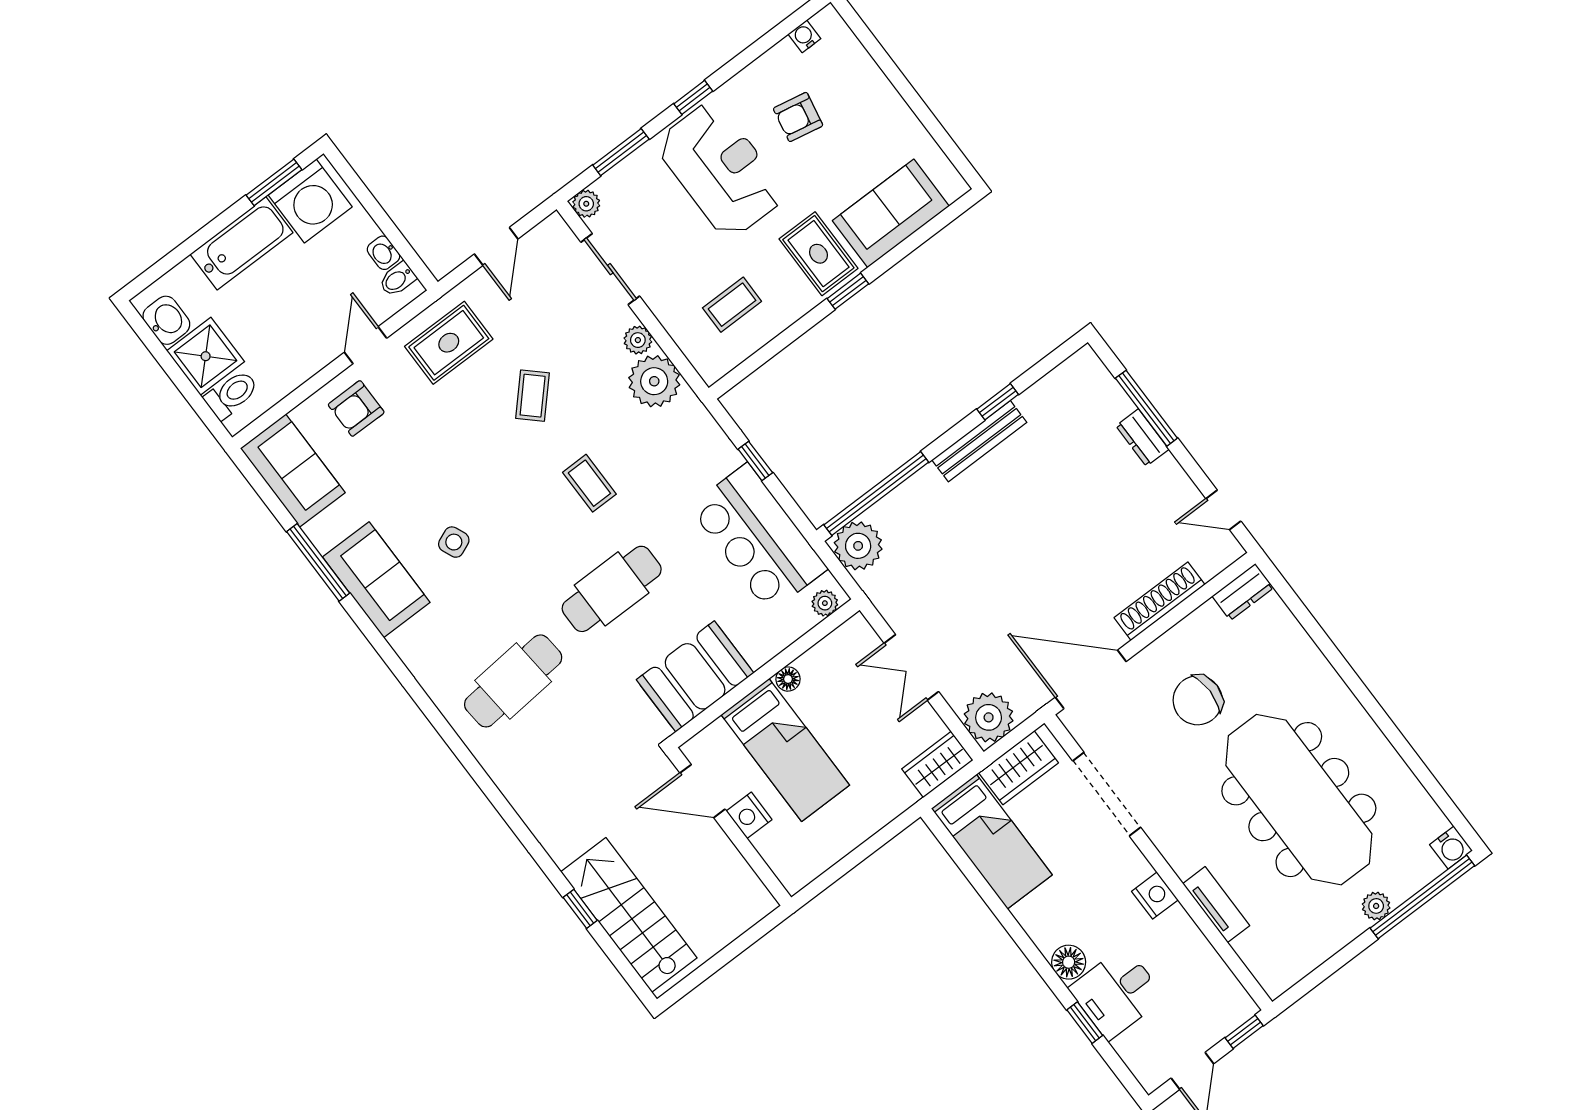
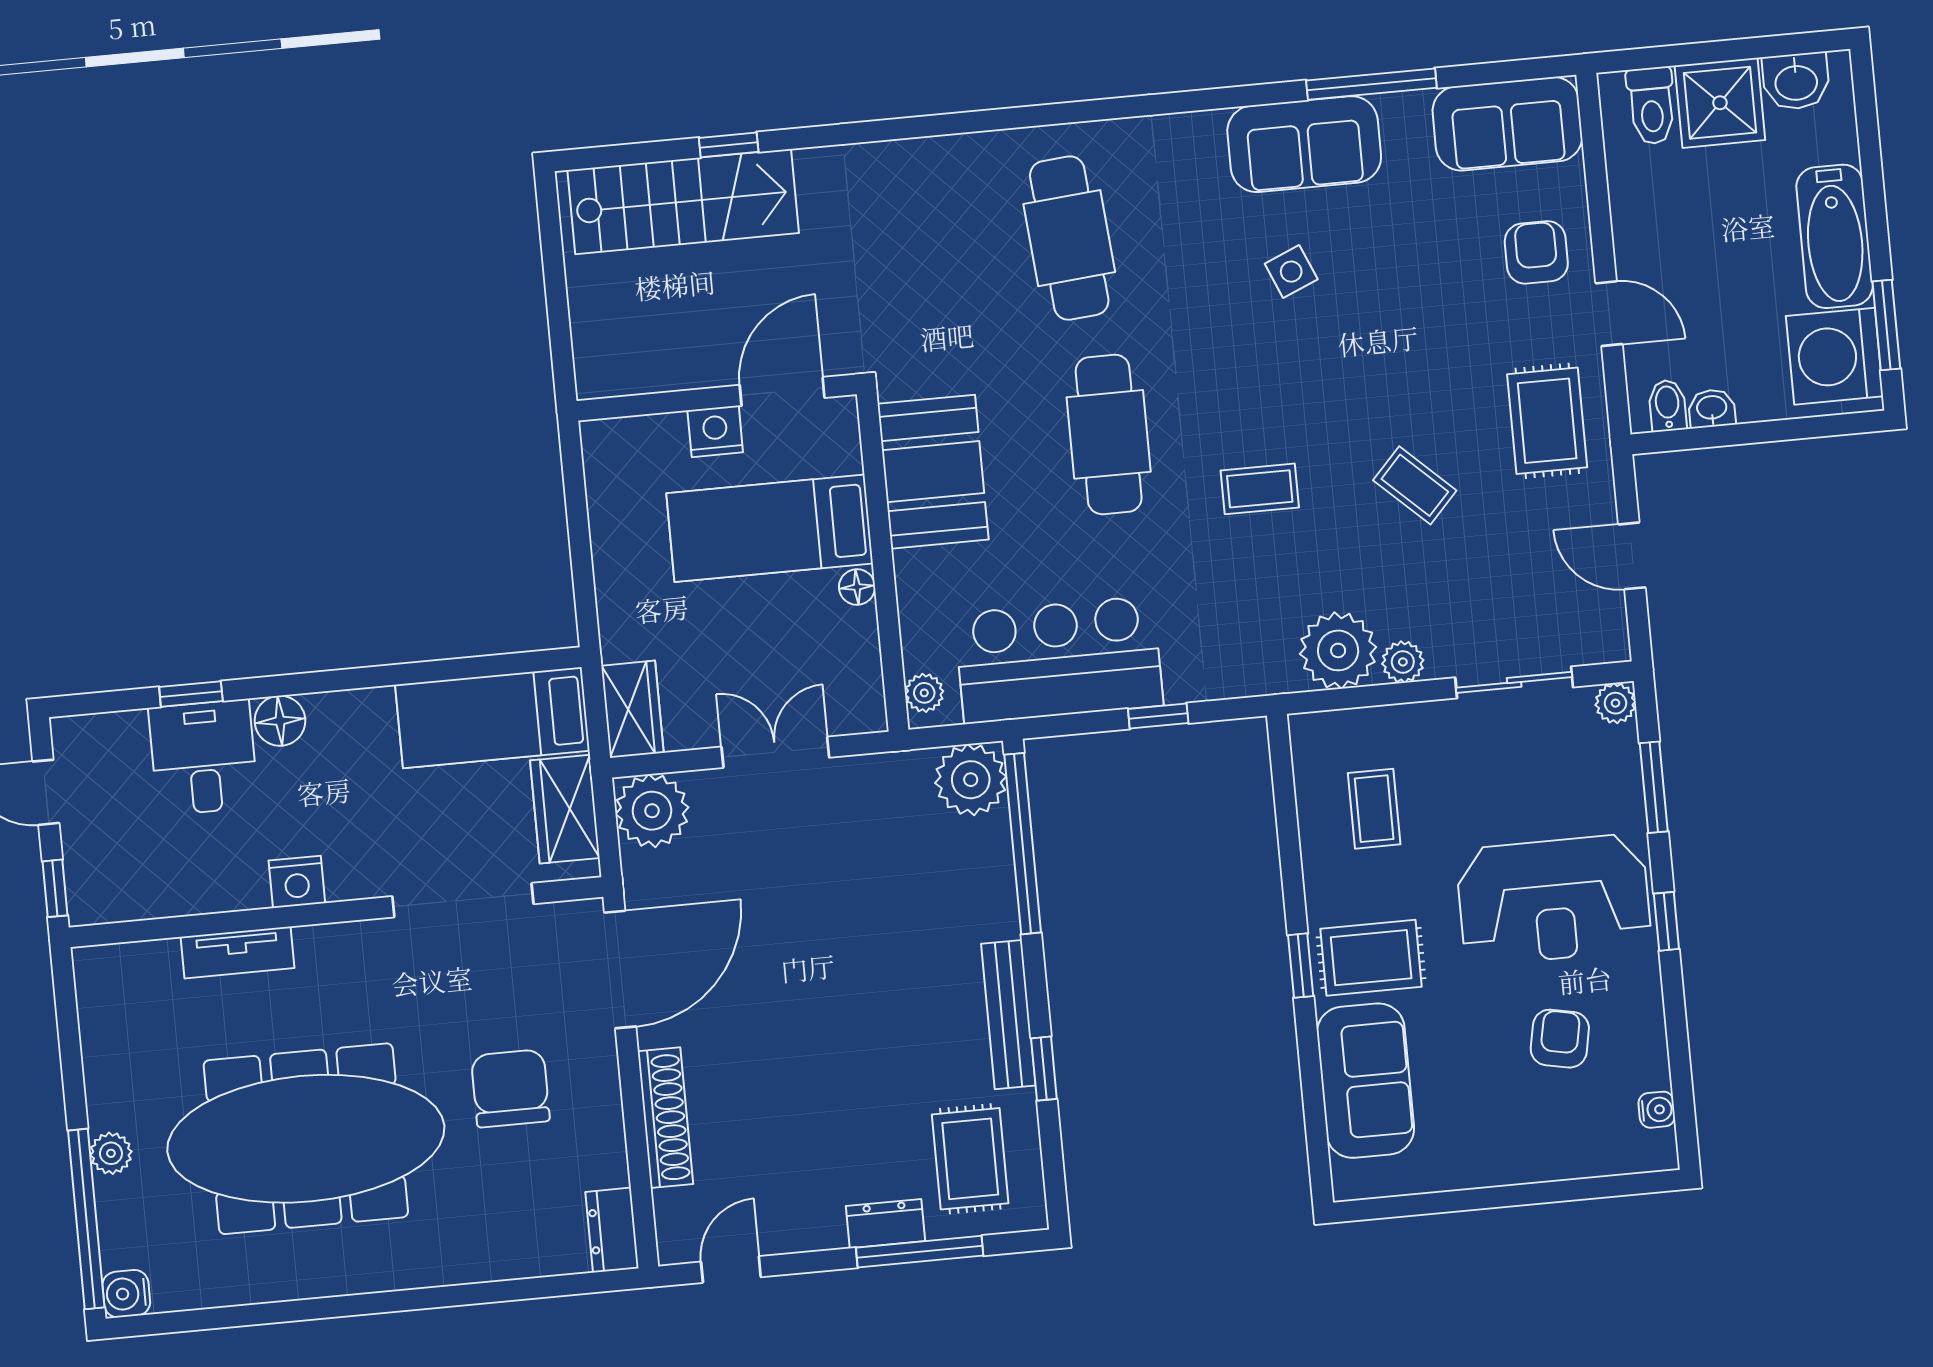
rug: (1075, 412) -> (970, 1159), added

